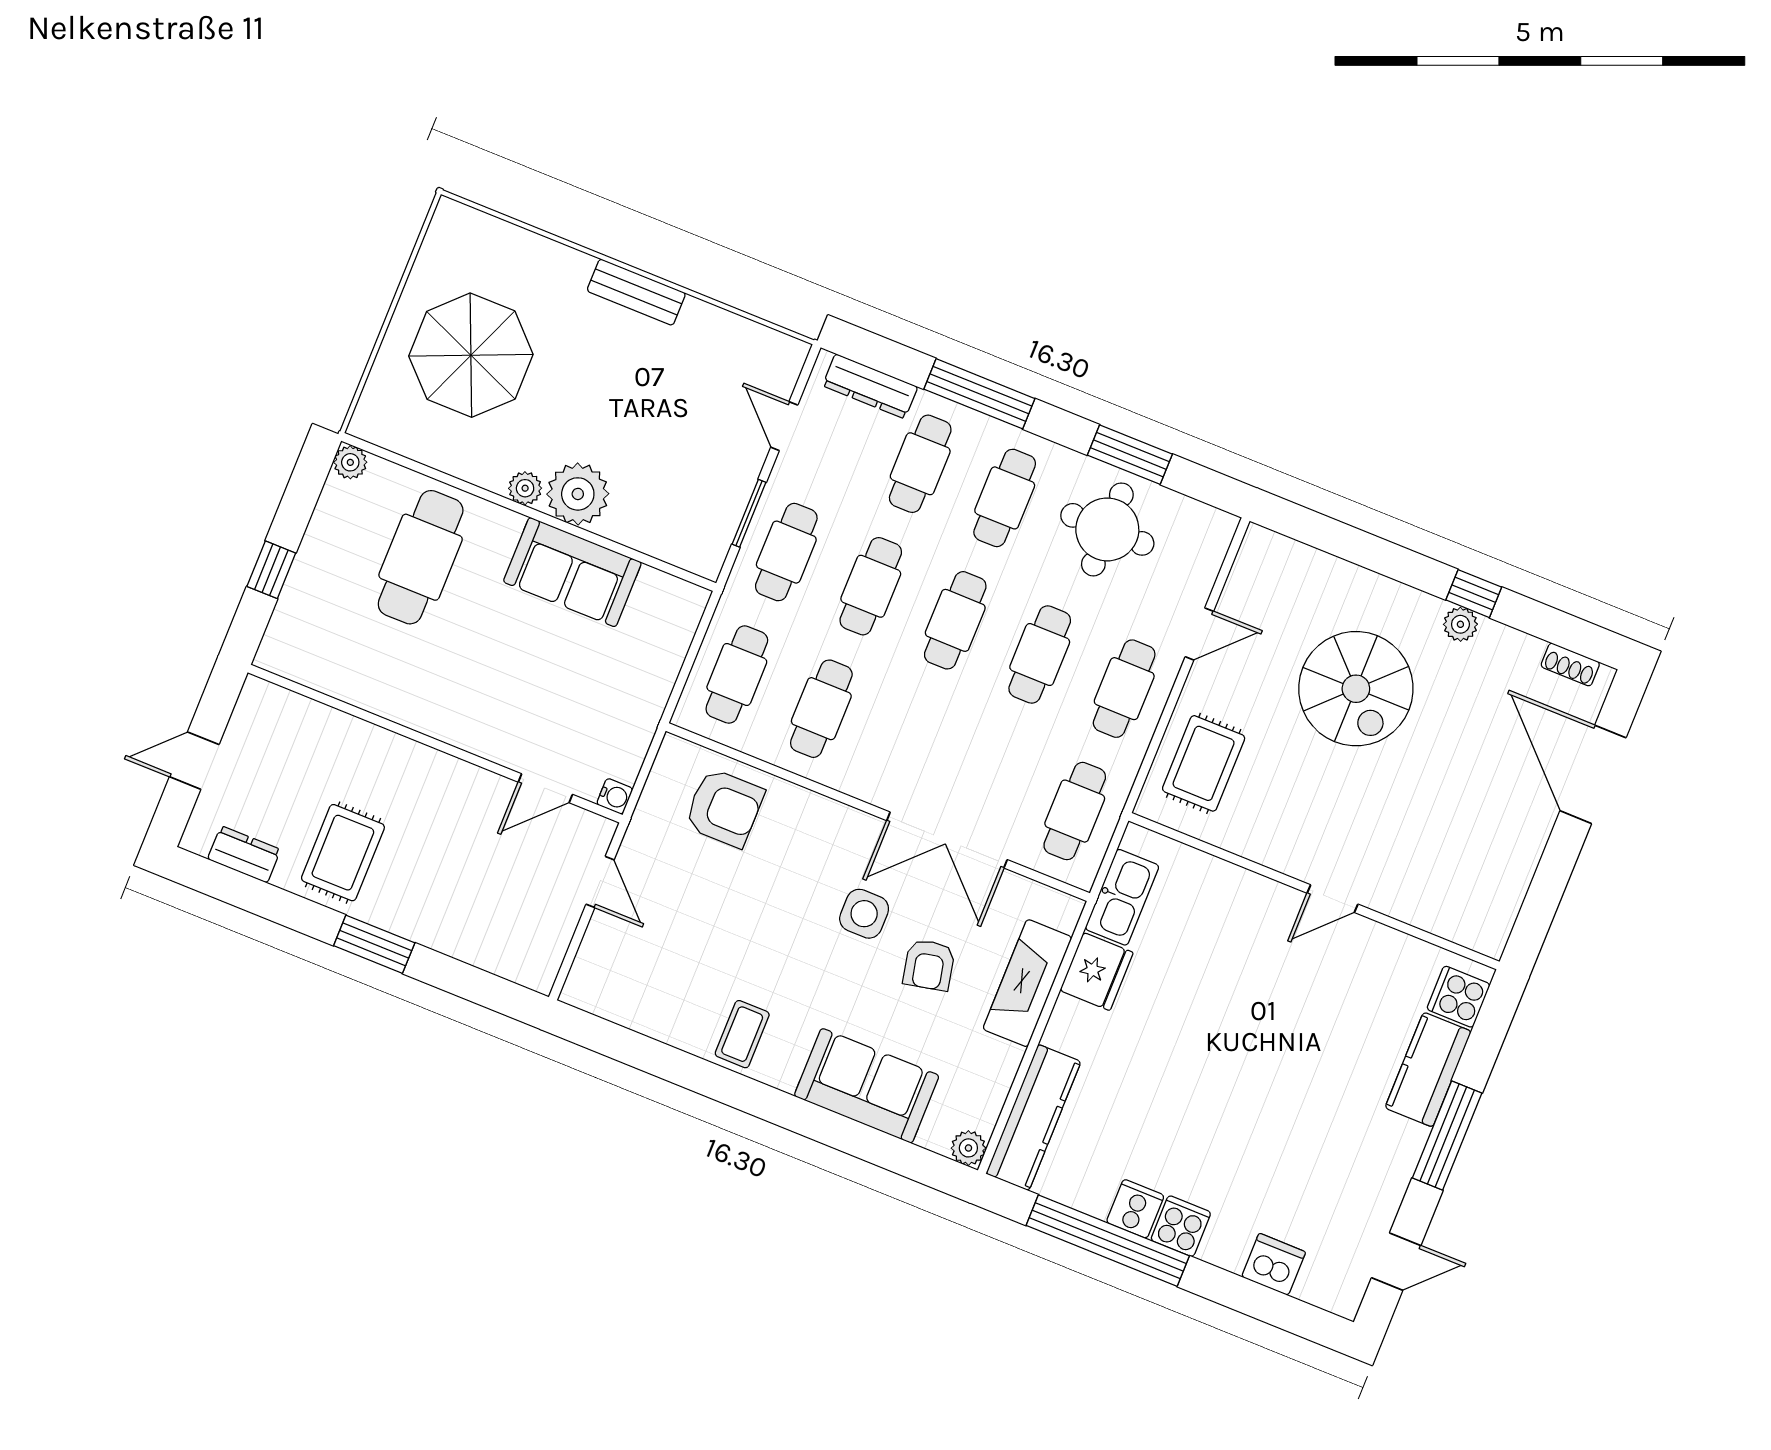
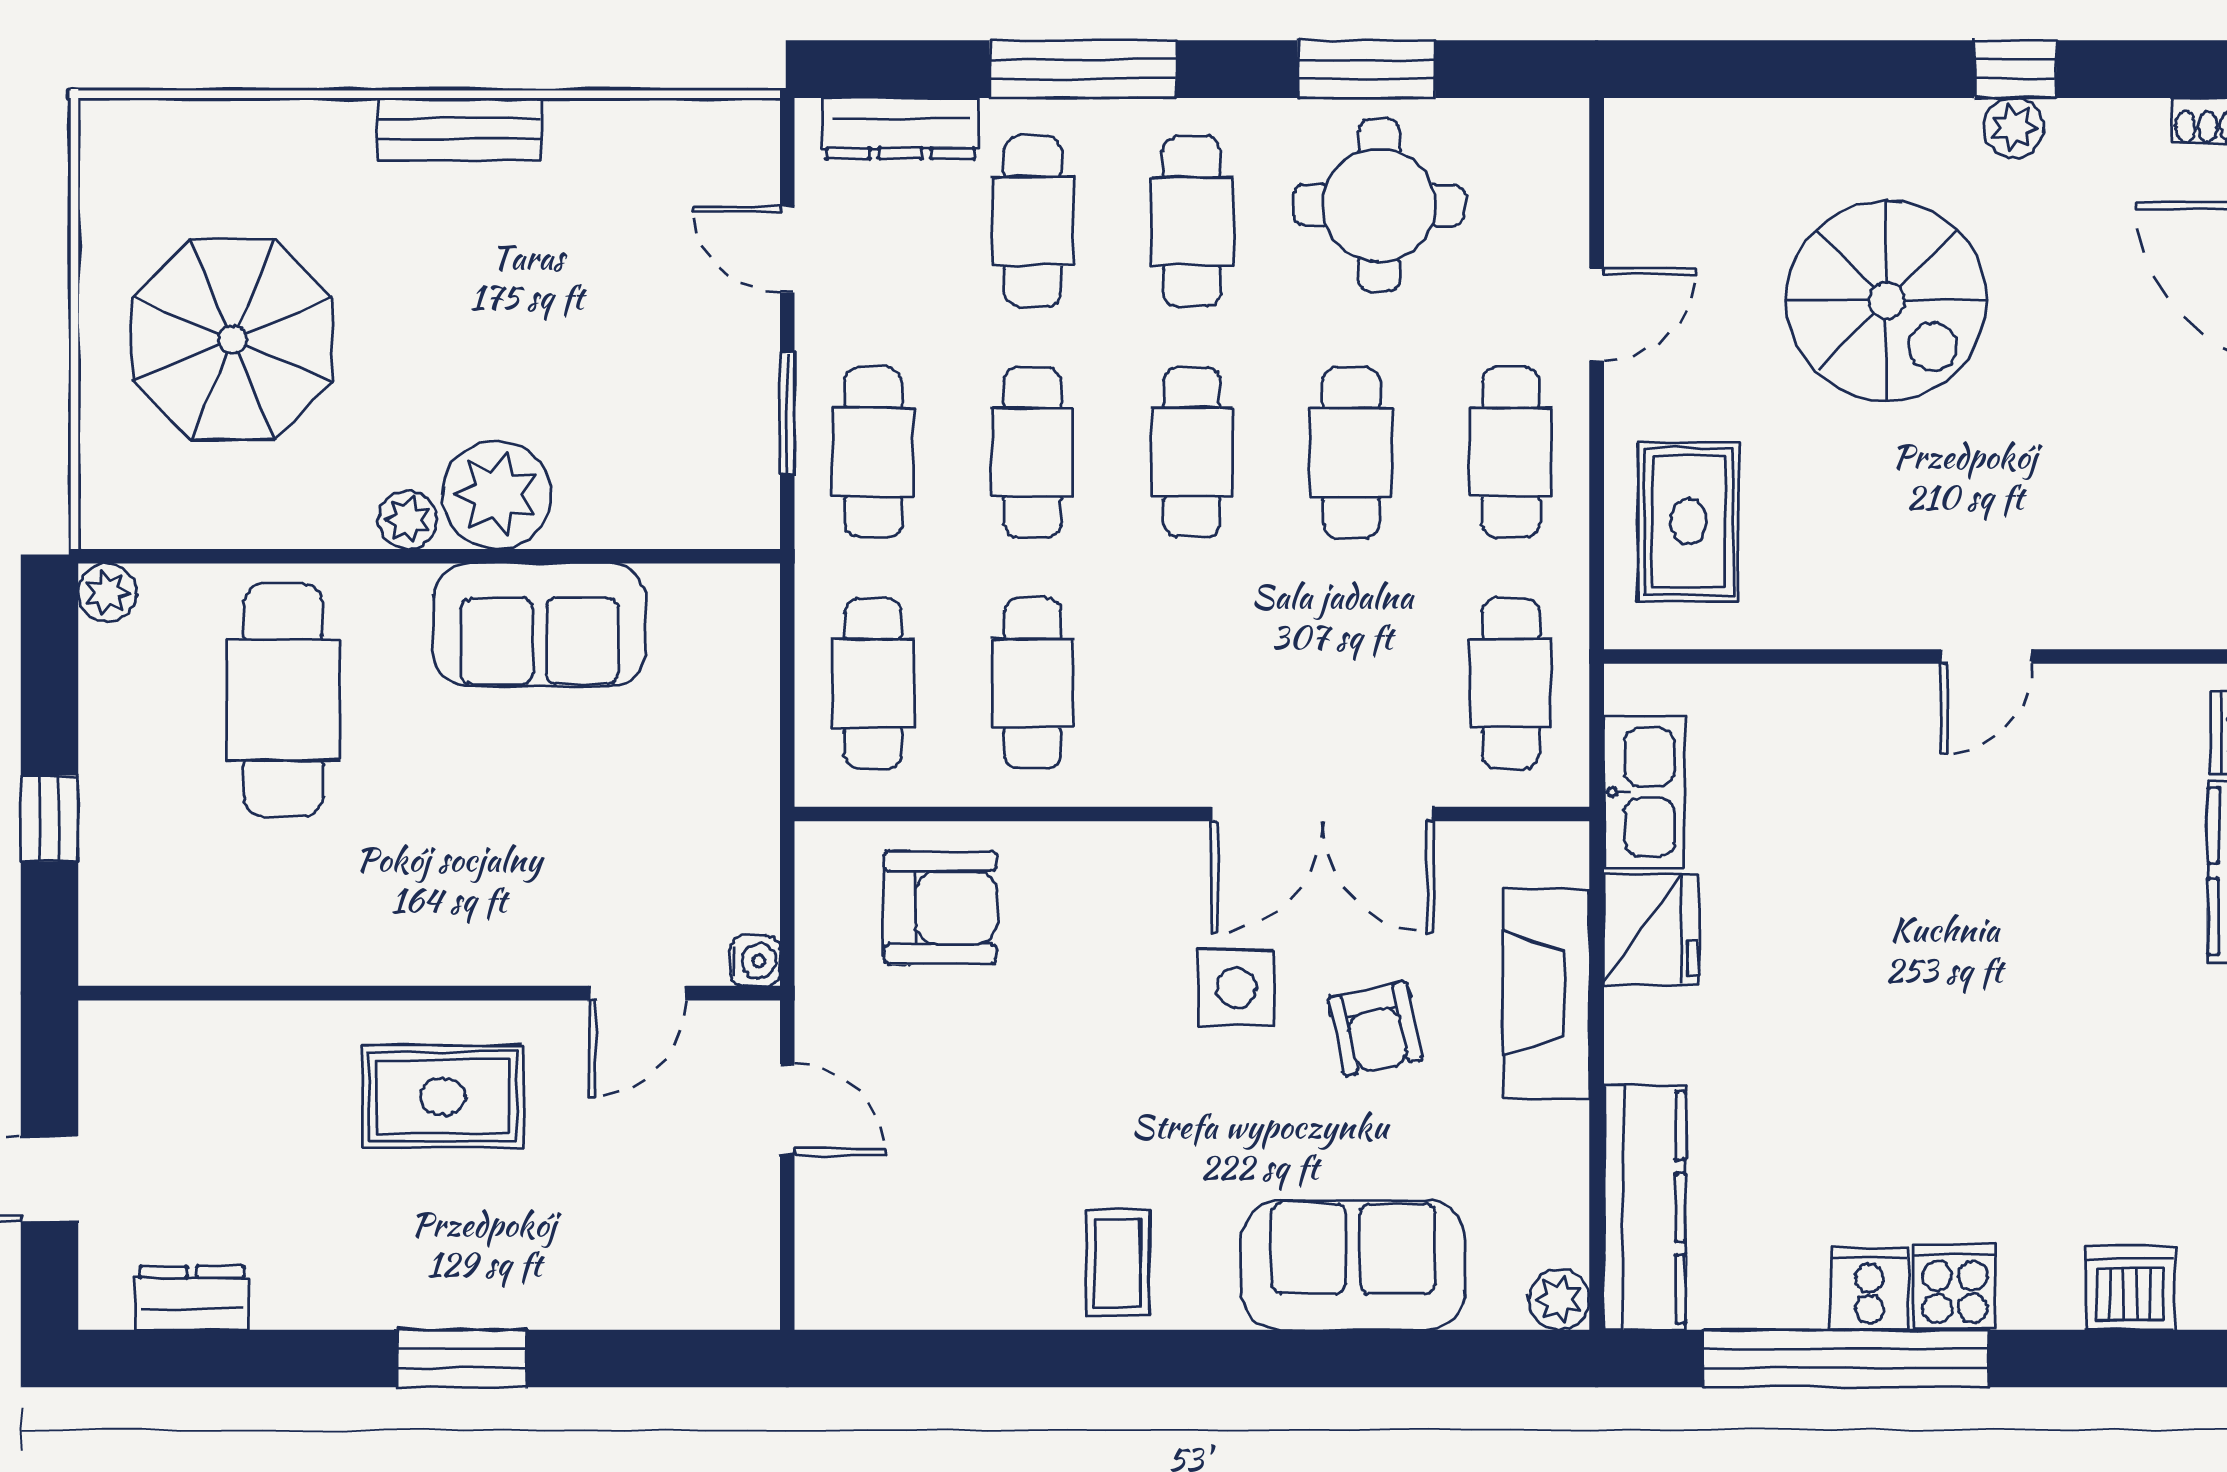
rug: (343, 853) -> (443, 1096), moved, turned 90

